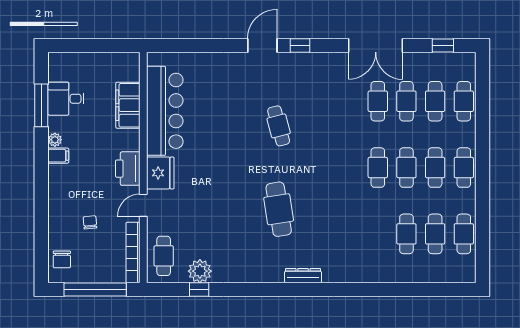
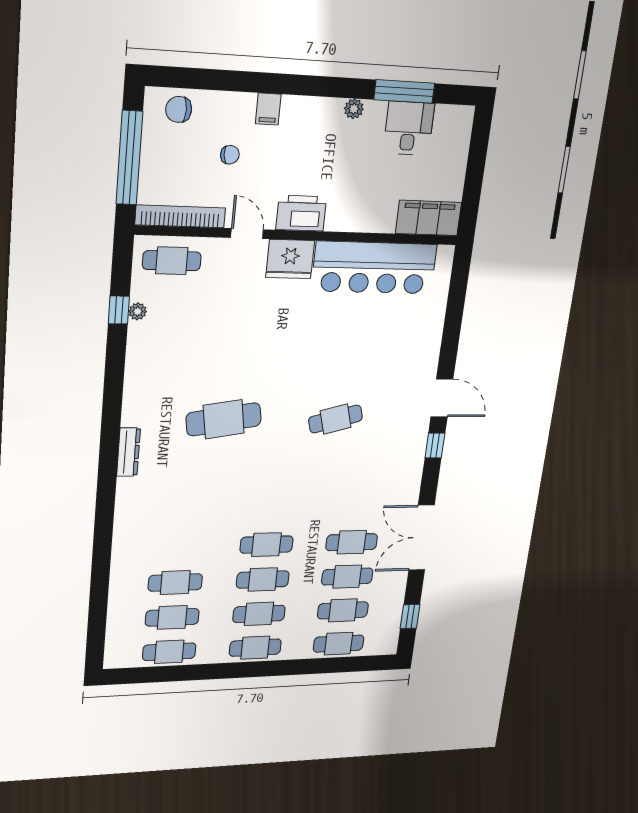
filing cabinet: (128, 105) -> (428, 218), moved
filing cabinet: (58, 156) -> (268, 109), moved
plant: (200, 271) -> (138, 311), width x0.53, depth x0.53

